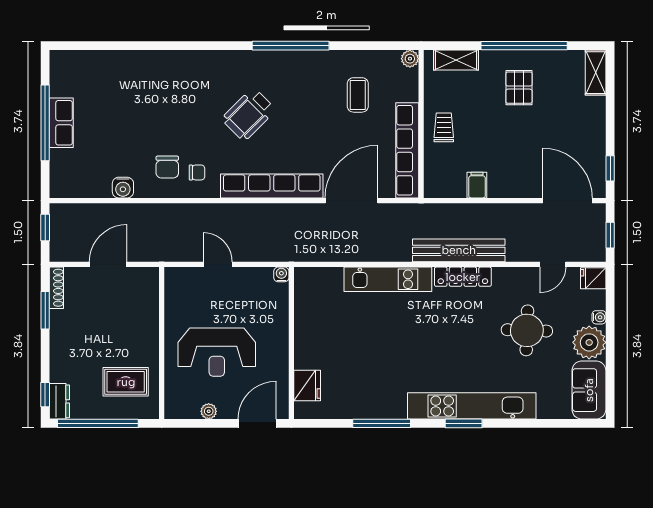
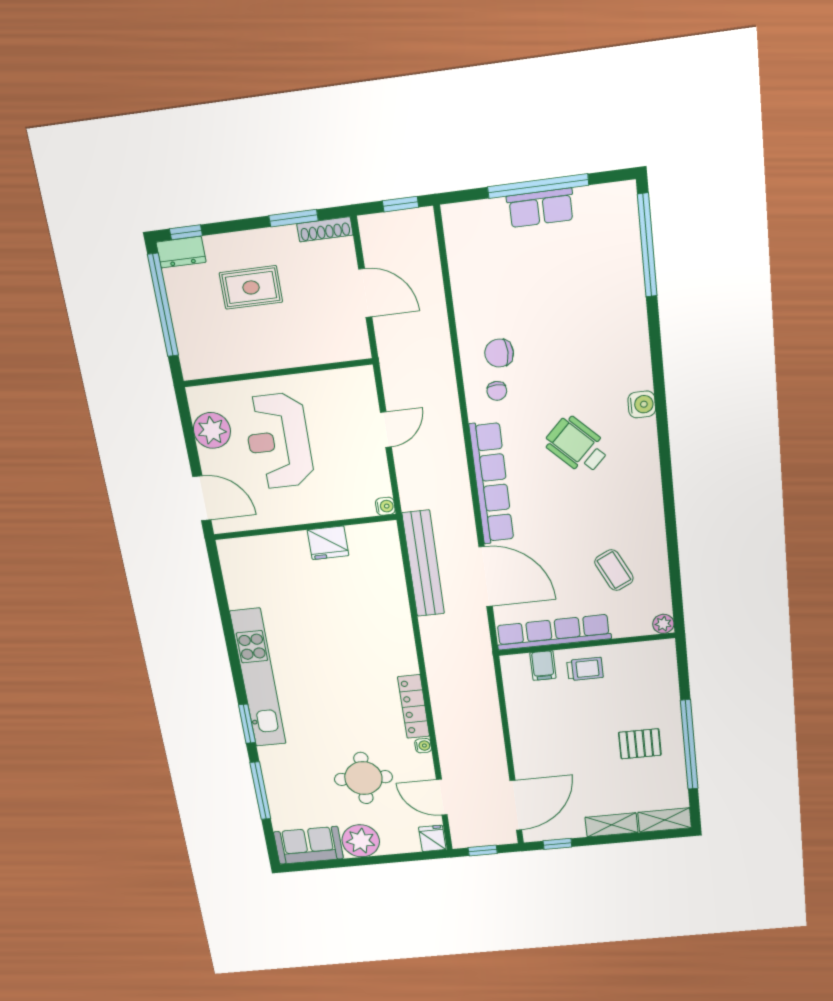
window: (291, 46) -> (647, 245), moved
shelving: (456, 60) -> (611, 825), moved, turned 90
coffee table: (358, 95) -> (614, 570), turned 64
filing cabinet: (477, 185) -> (543, 666), moved, turned 90
water cooler: (123, 188) -> (642, 404), moved, turned 180
bench: (459, 250) -> (423, 564), moved
door: (553, 264) -> (442, 797), width x1.38
kitchen unit: (388, 279) -> (398, 627), removed
water cooler: (599, 317) -> (423, 746), moved, turned -90
rug: (126, 382) -> (251, 287), moved, turned 90
fridge: (307, 386) -> (328, 543), moved
kitchen unit: (472, 406) -> (258, 678), moved
plant: (209, 411) -> (212, 430), width x1.87, depth x1.87
window: (382, 423) -> (260, 791), moved

